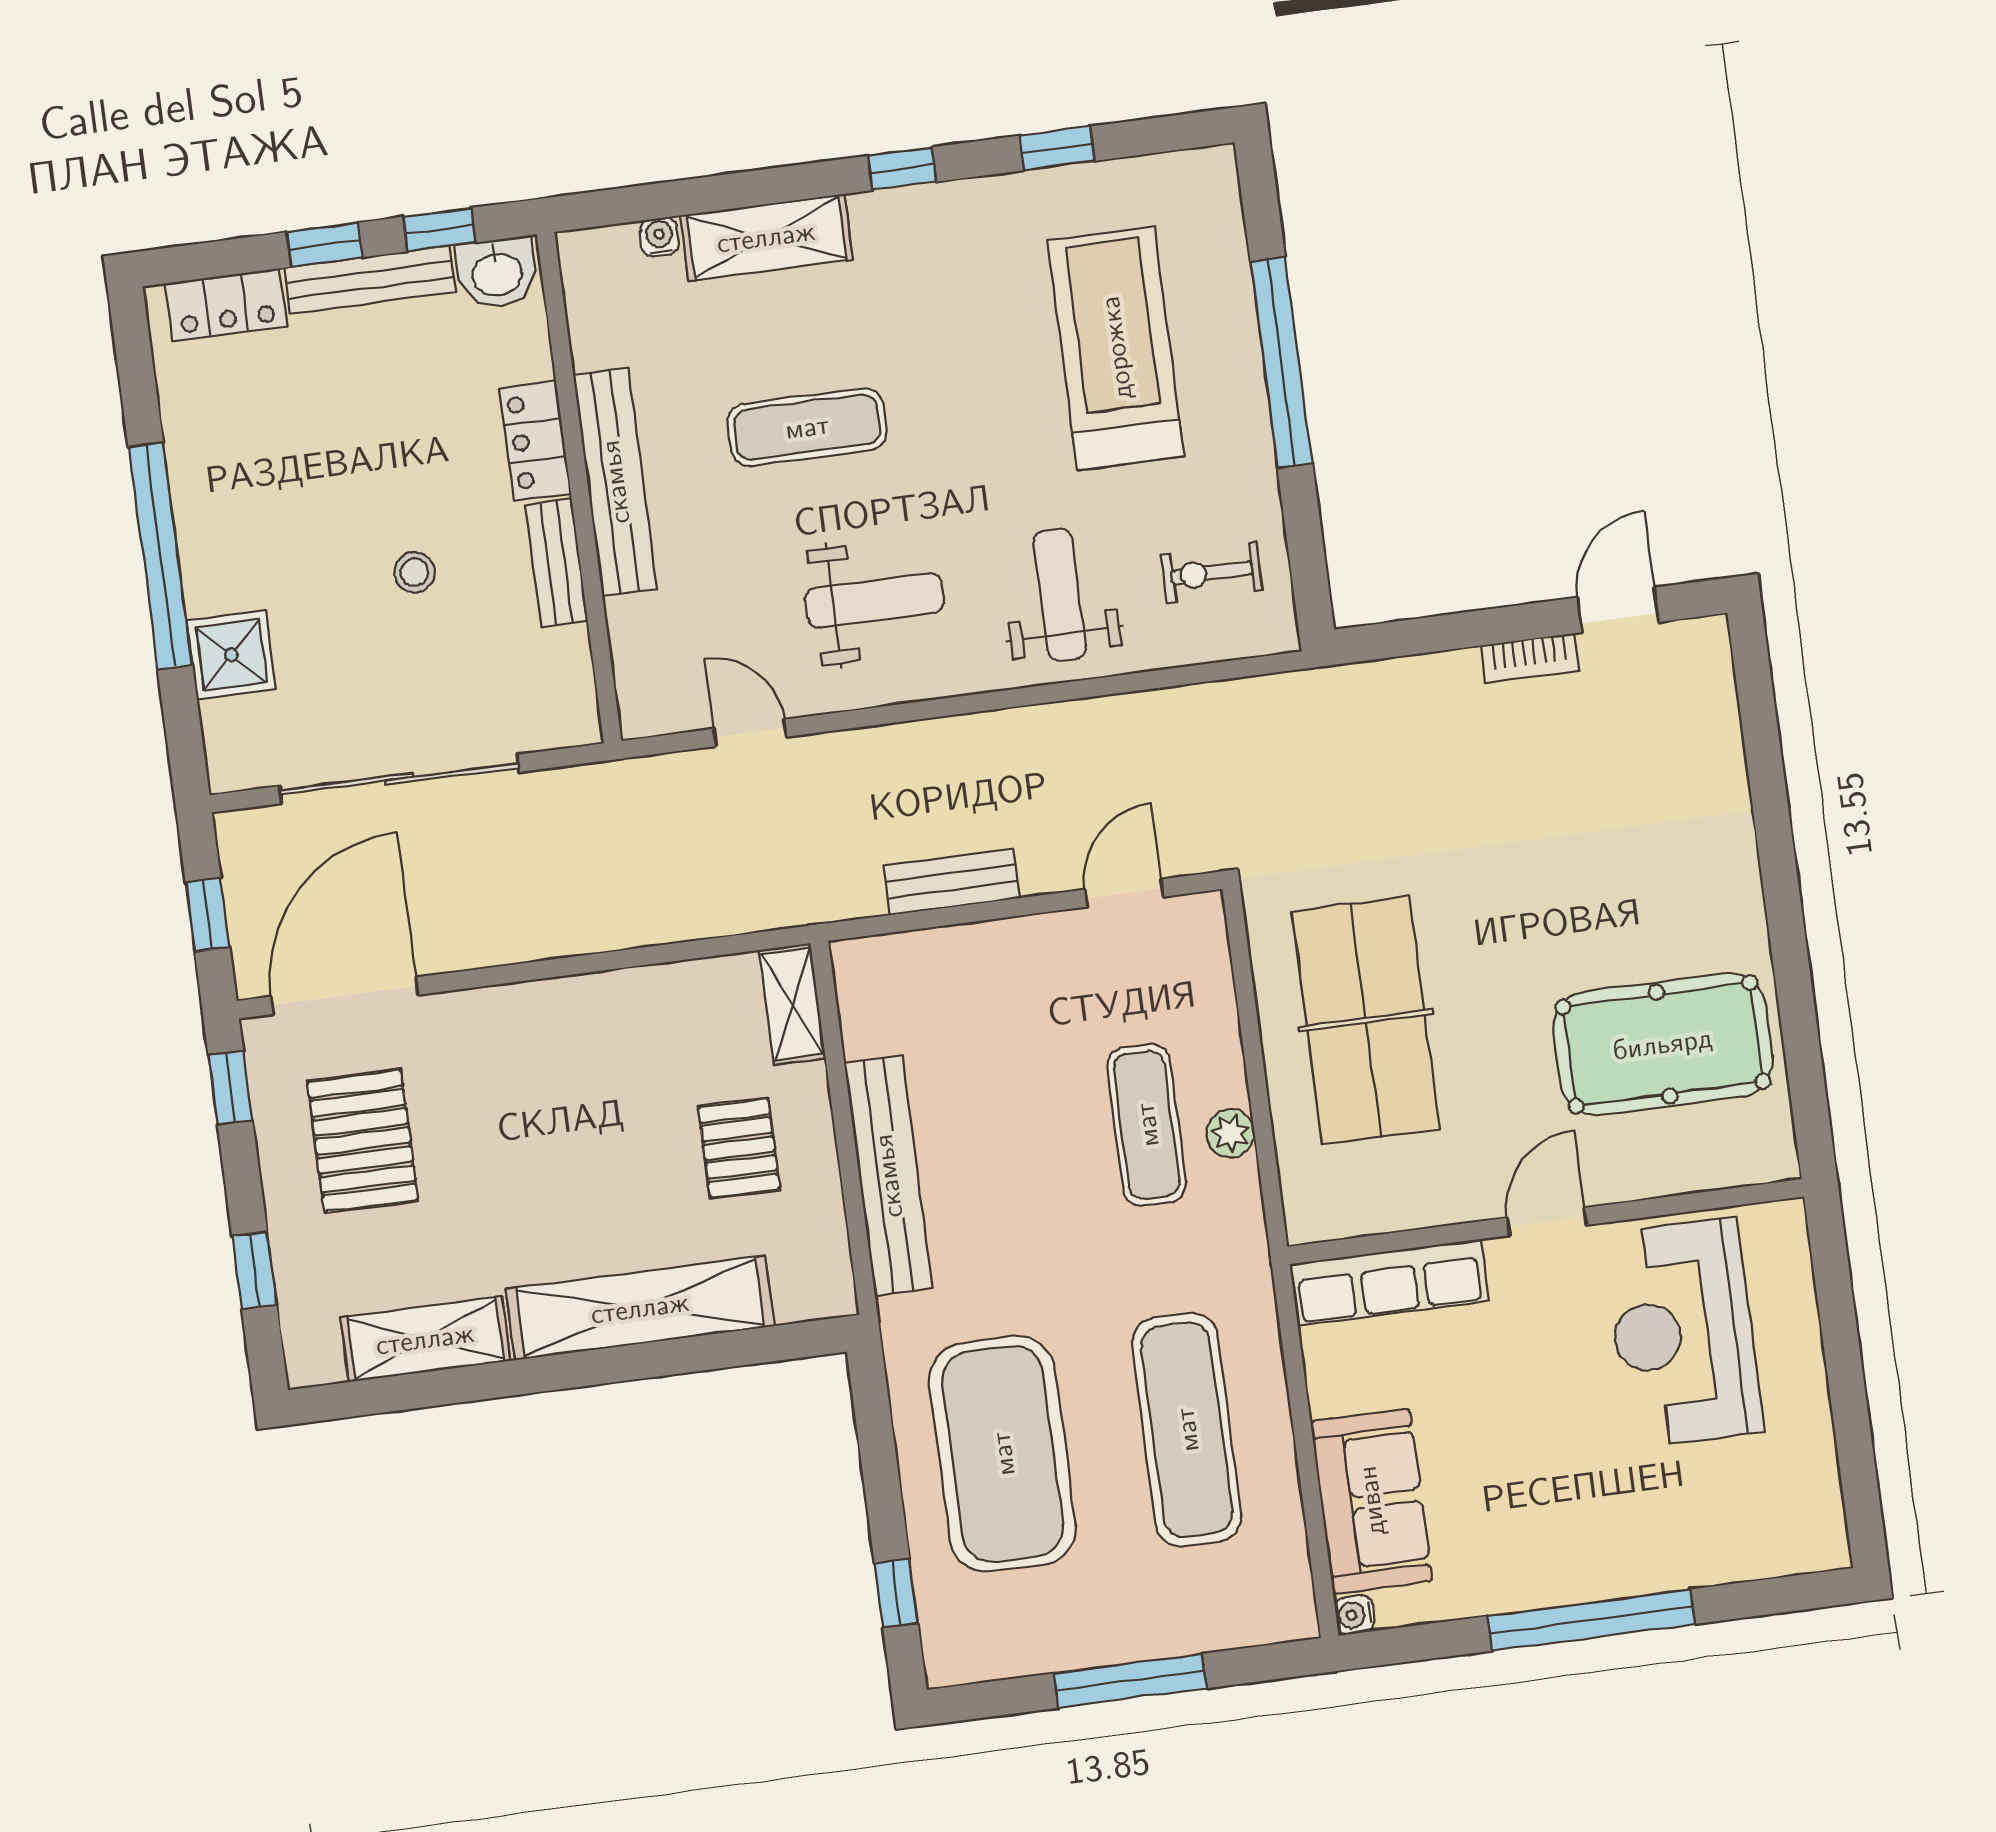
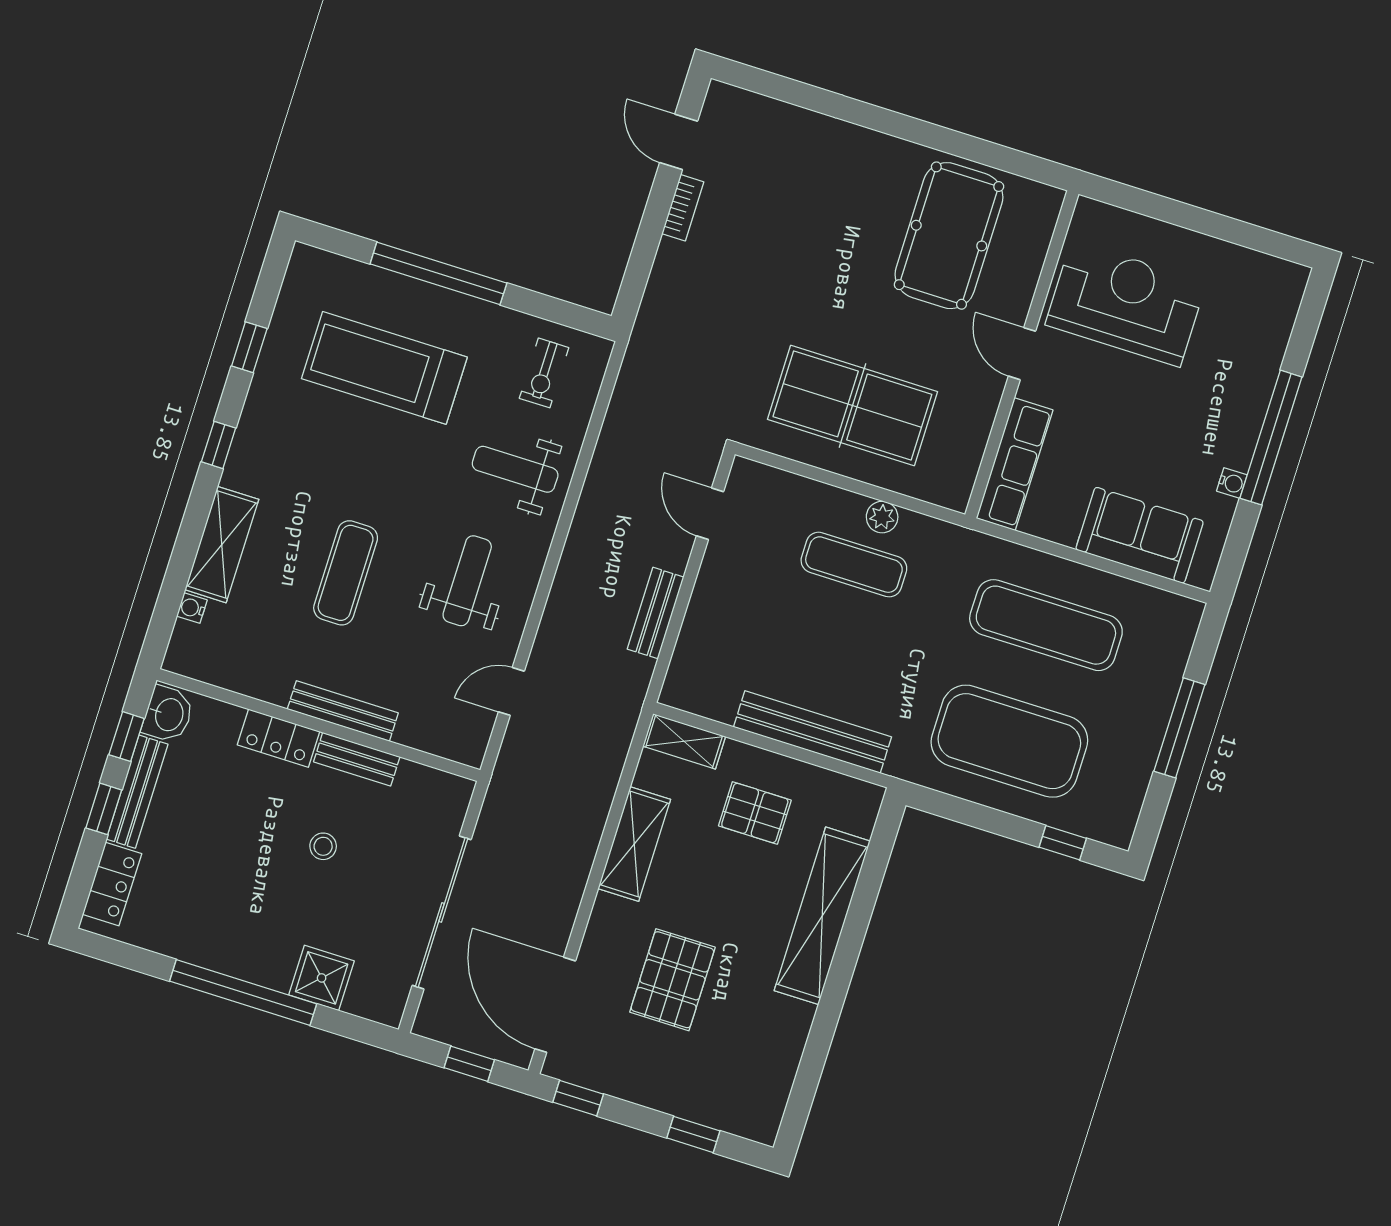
bench: (615, 482) -> (343, 711), width x0.73, depth x0.82
pallet: (363, 1141) -> (672, 980), moved, turned 90
reception desk: (1683, 1333) -> (1126, 304), turned 180
shelving: (425, 1339) -> (634, 844), moved
water cooler: (1355, 1615) -> (1232, 483), moved, turned -90

